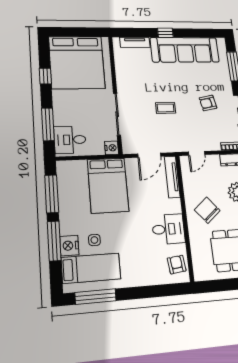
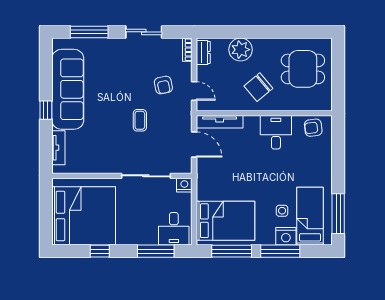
armchair: (208, 103) -> (163, 85), moved
bed: (108, 185) -> (226, 221), moved

